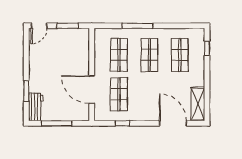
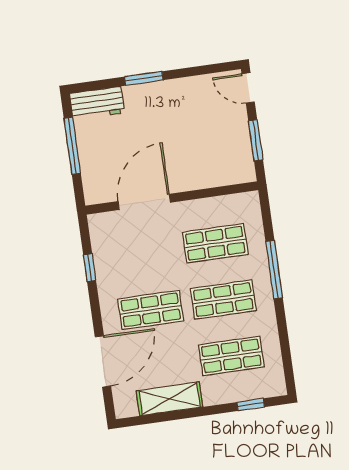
window: (26, 91) -> (144, 78), moved
shop shelf: (119, 94) -> (151, 310), moved
shelving: (198, 104) -> (170, 399), moved

